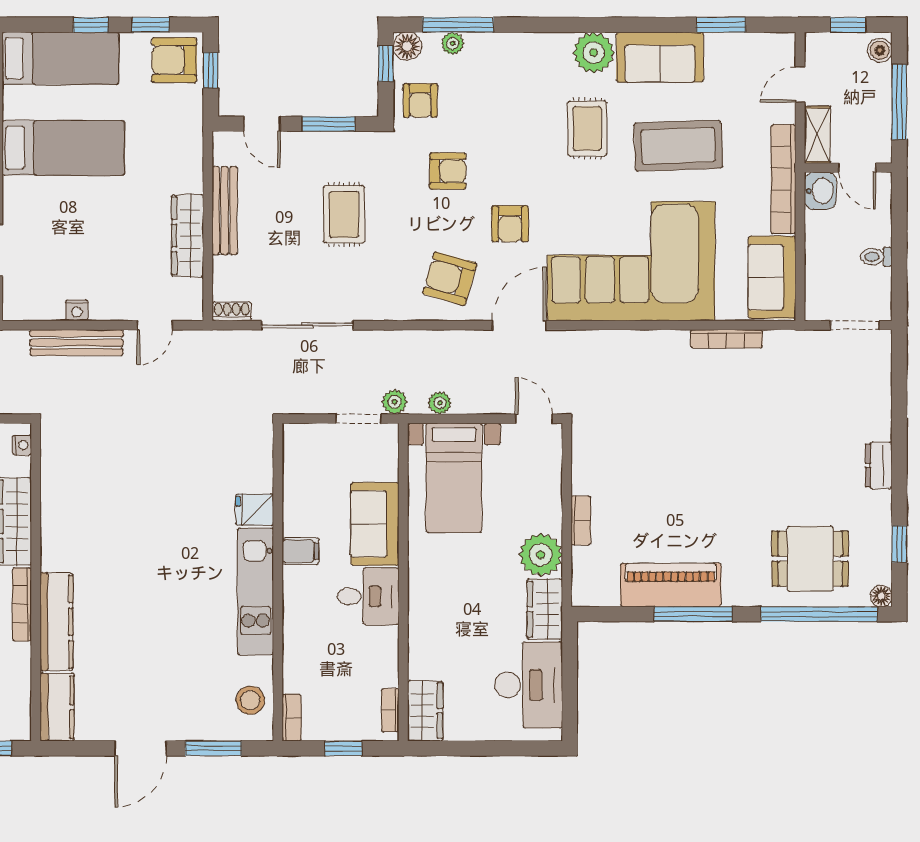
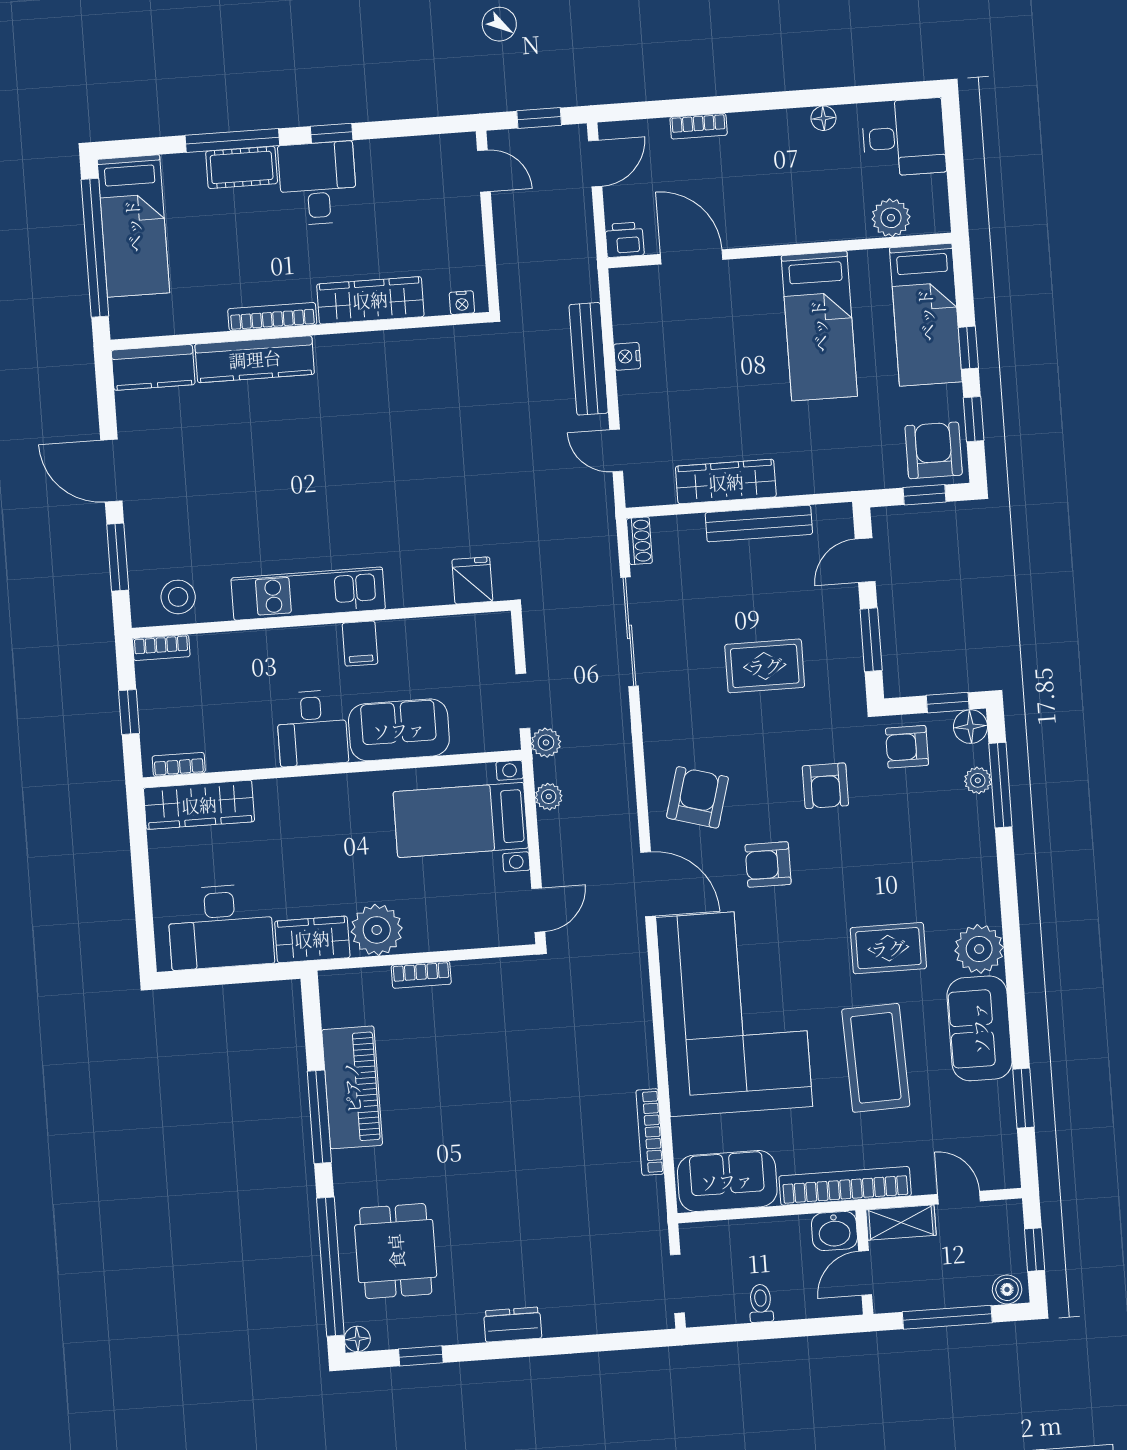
fridge: (255, 510) -> (472, 580), moved
wardrobe: (425, 711) -> (199, 805), width x1.50

